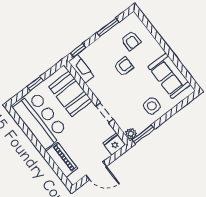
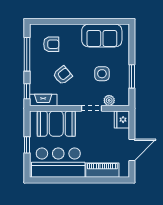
window: (108, 27) -> (27, 54), width x1.44
armchair: (124, 66) -> (63, 75), moved, turned 51
side table: (152, 106) -> (102, 74), moved
plant: (131, 134) -> (109, 100), moved
window: (143, 134) -> (132, 76), moved

